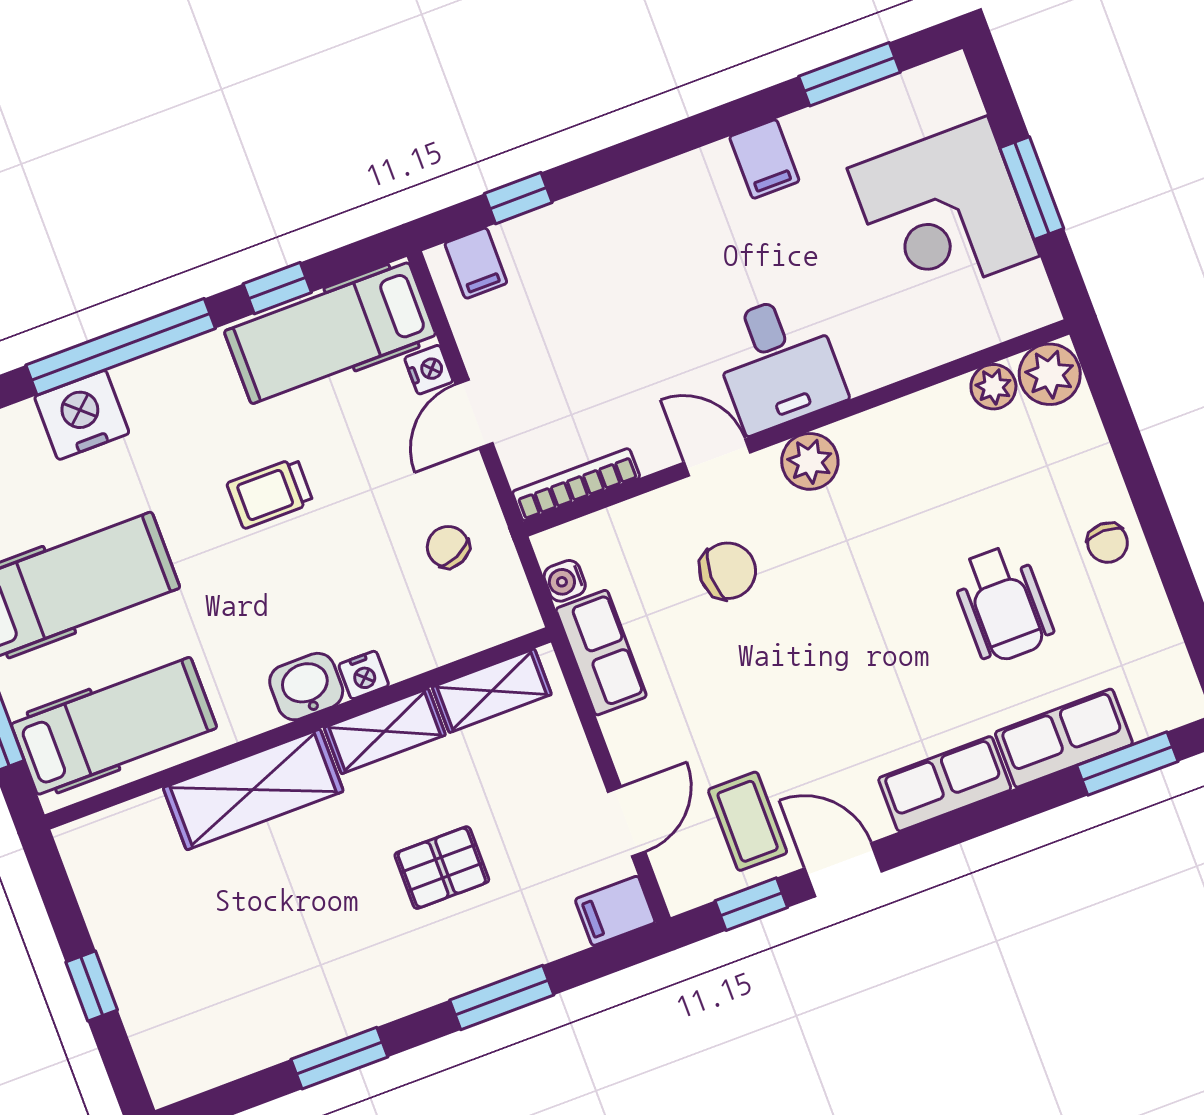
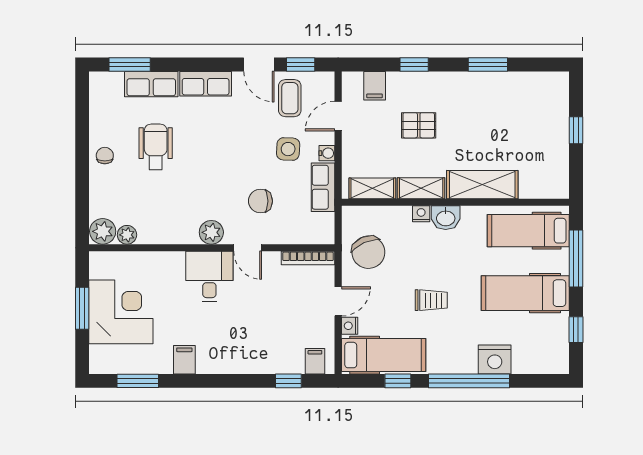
chair: (448, 547) -> (368, 252), width x1.87, depth x1.87
water cooler: (565, 581) -> (327, 153), moved
side table: (709, 708) -> (288, 149), added
filing cabinet: (615, 911) -> (375, 86), moved, turned 90
window: (502, 997) -> (414, 65), width x0.67

